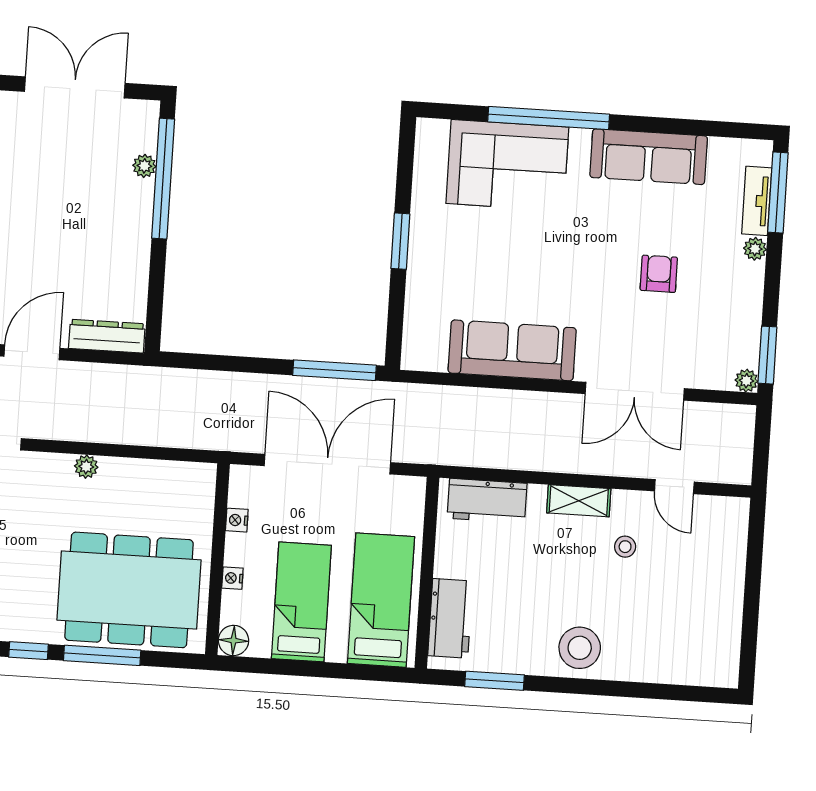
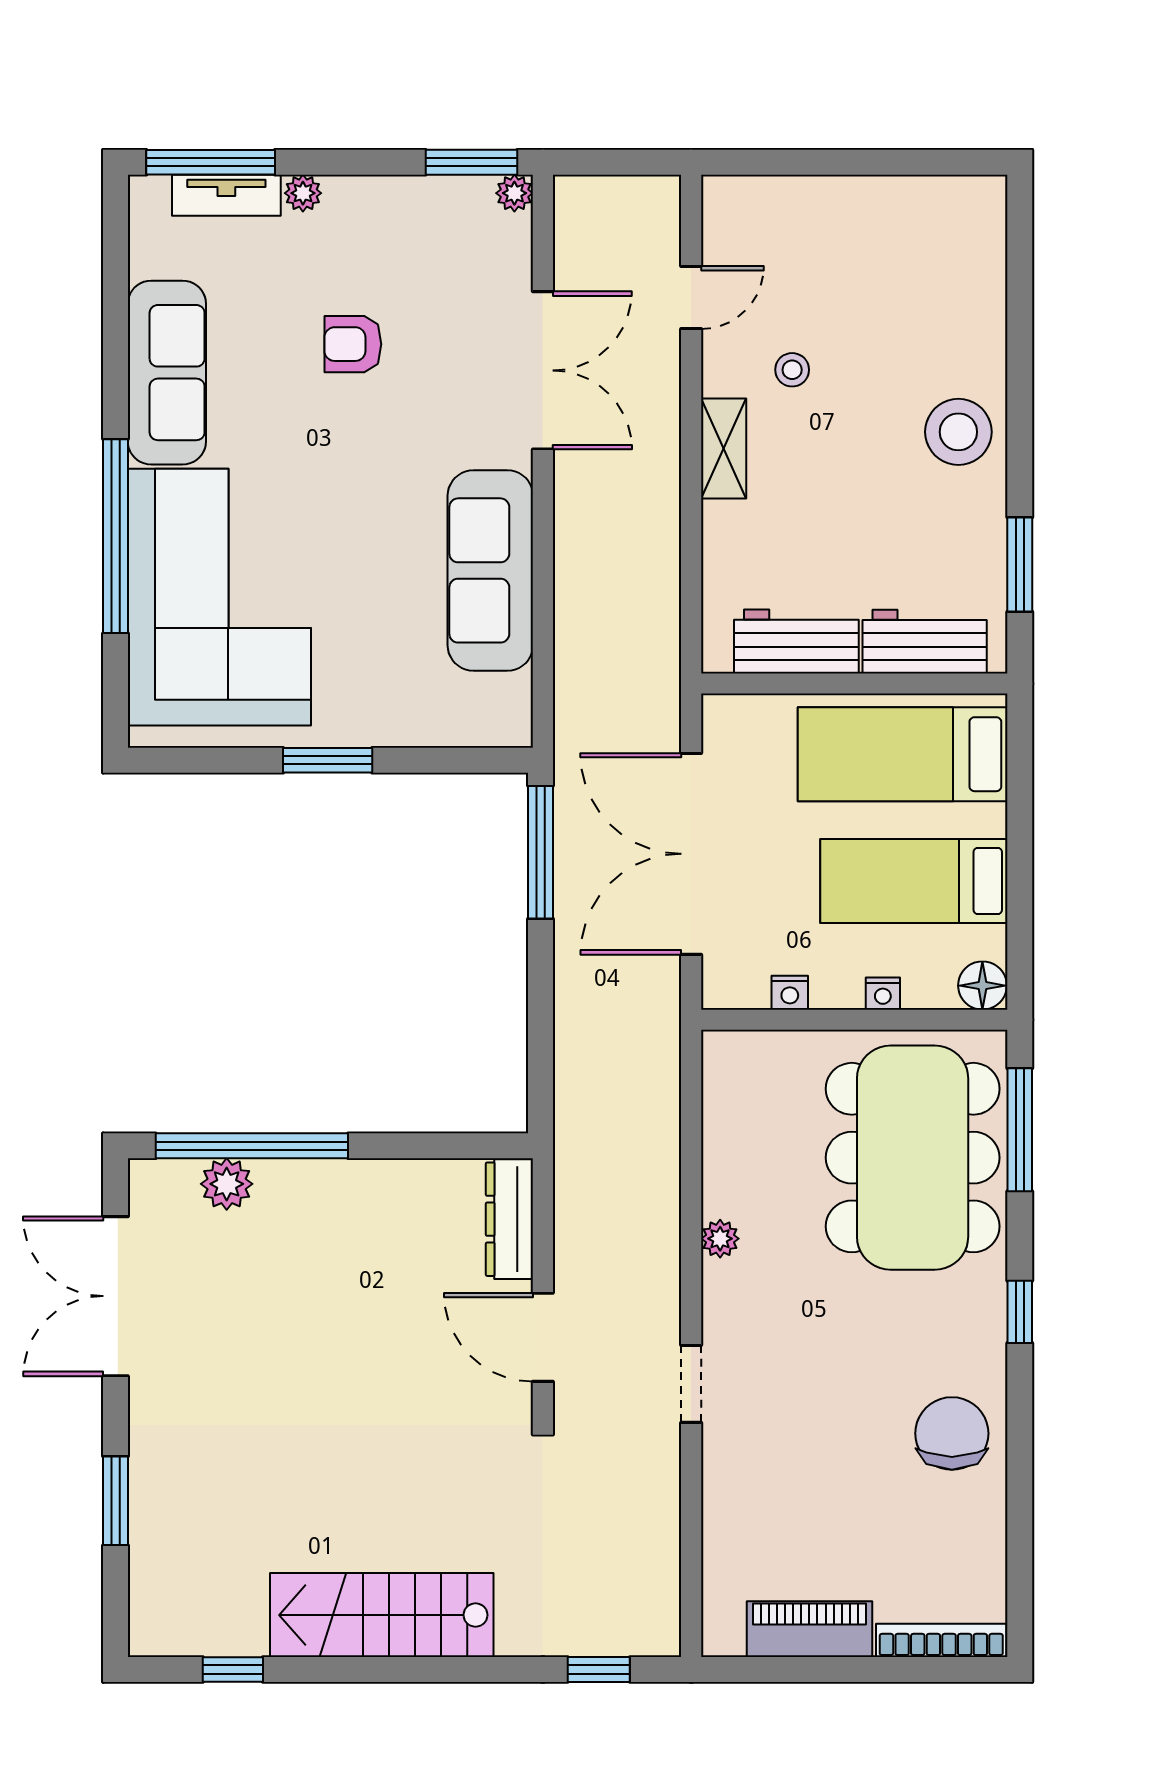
corner sofa: (507, 165) -> (219, 597), width x1.36, depth x1.36
plant: (144, 166) -> (227, 1184), width x1.38, depth x1.38
workbench: (487, 501) -> (796, 642), moved, turned -90
window: (102, 655) -> (1020, 1130), moved

